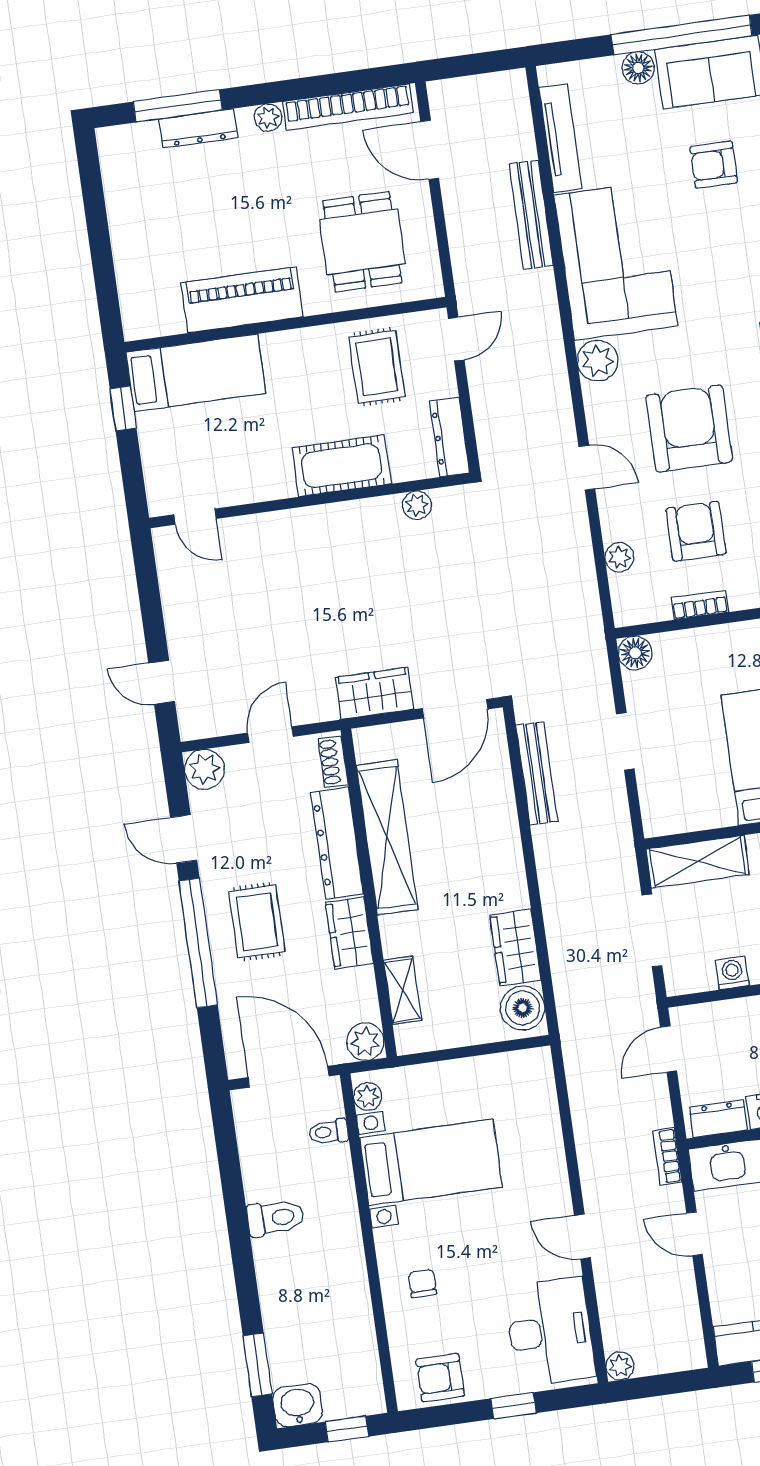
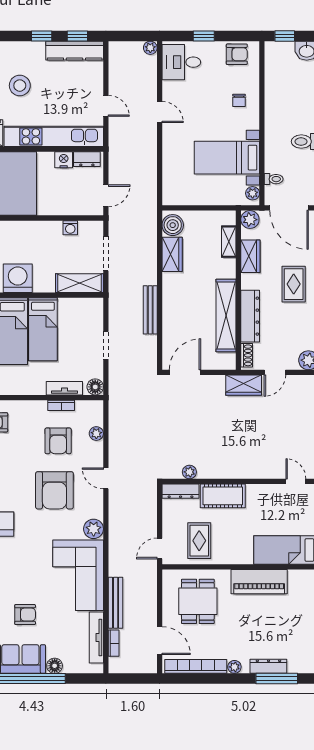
dresser: (450, 437) -> (181, 491), moved, turned 90
tv unit: (698, 642) -> (64, 388), added
wardrobe: (374, 693) -> (244, 385), moved
bench: (537, 773) -> (150, 310), moved
wardrobe: (349, 933) -> (250, 256), moved
bookcase: (667, 1156) -> (114, 643), moved
desk: (550, 1332) -> (181, 62), width x0.73

